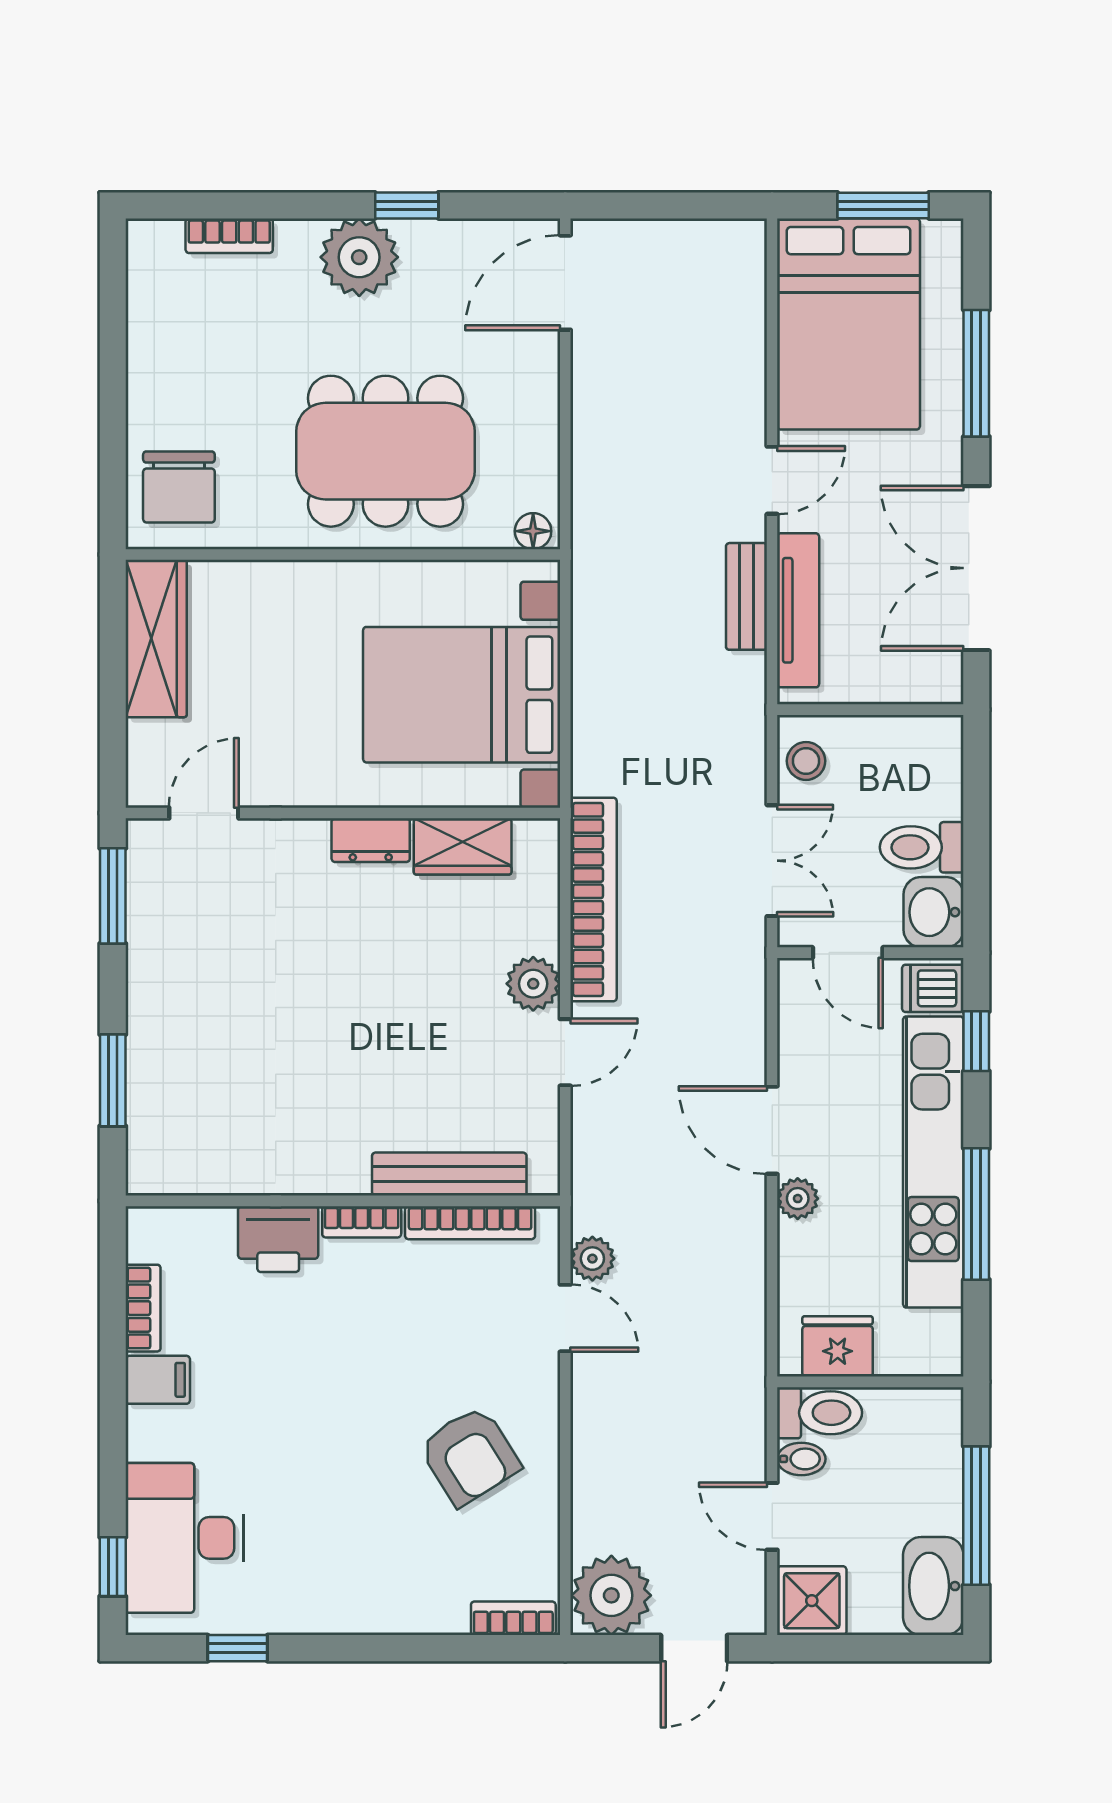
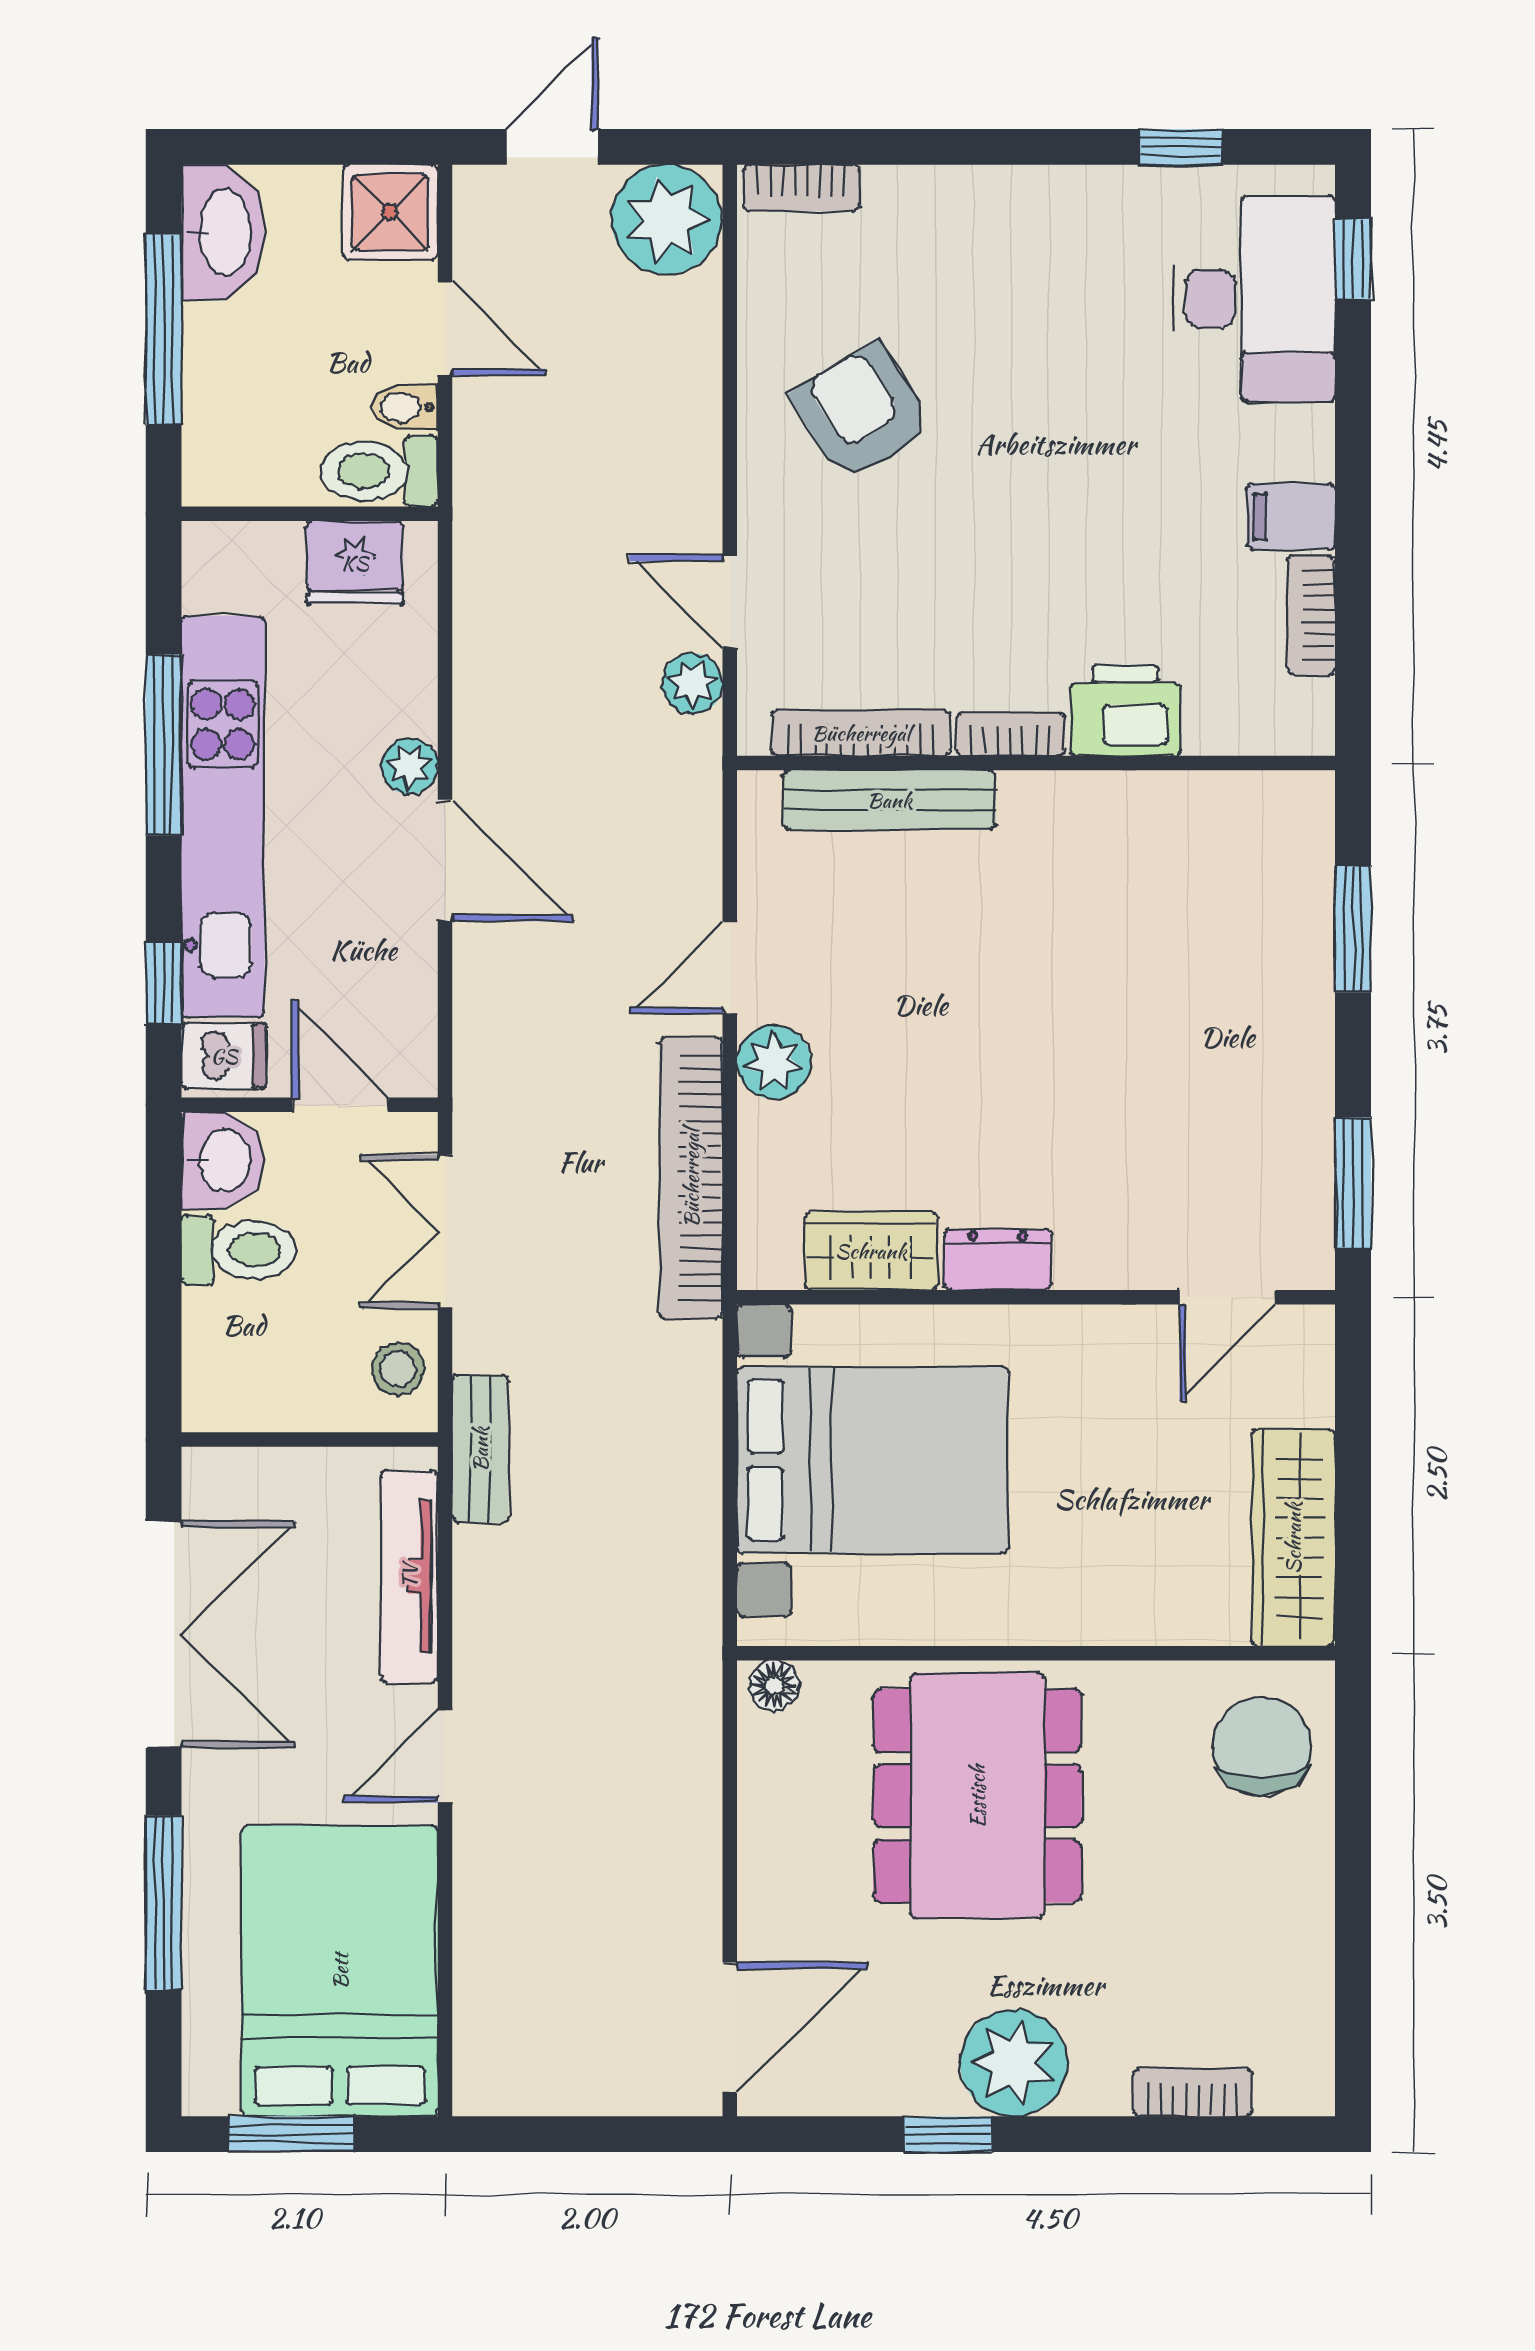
dining table: (386, 451) -> (977, 1796), turned 90
bench: (746, 596) -> (480, 1449), moved

